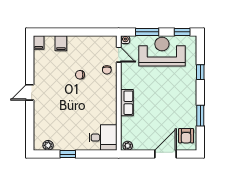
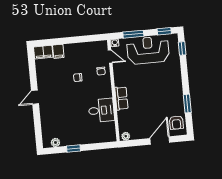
filing cabinet: (39, 43) -> (43, 52), width x2.00
window: (200, 72) -> (182, 48), moved
desk: (103, 138) -> (101, 110), moved

